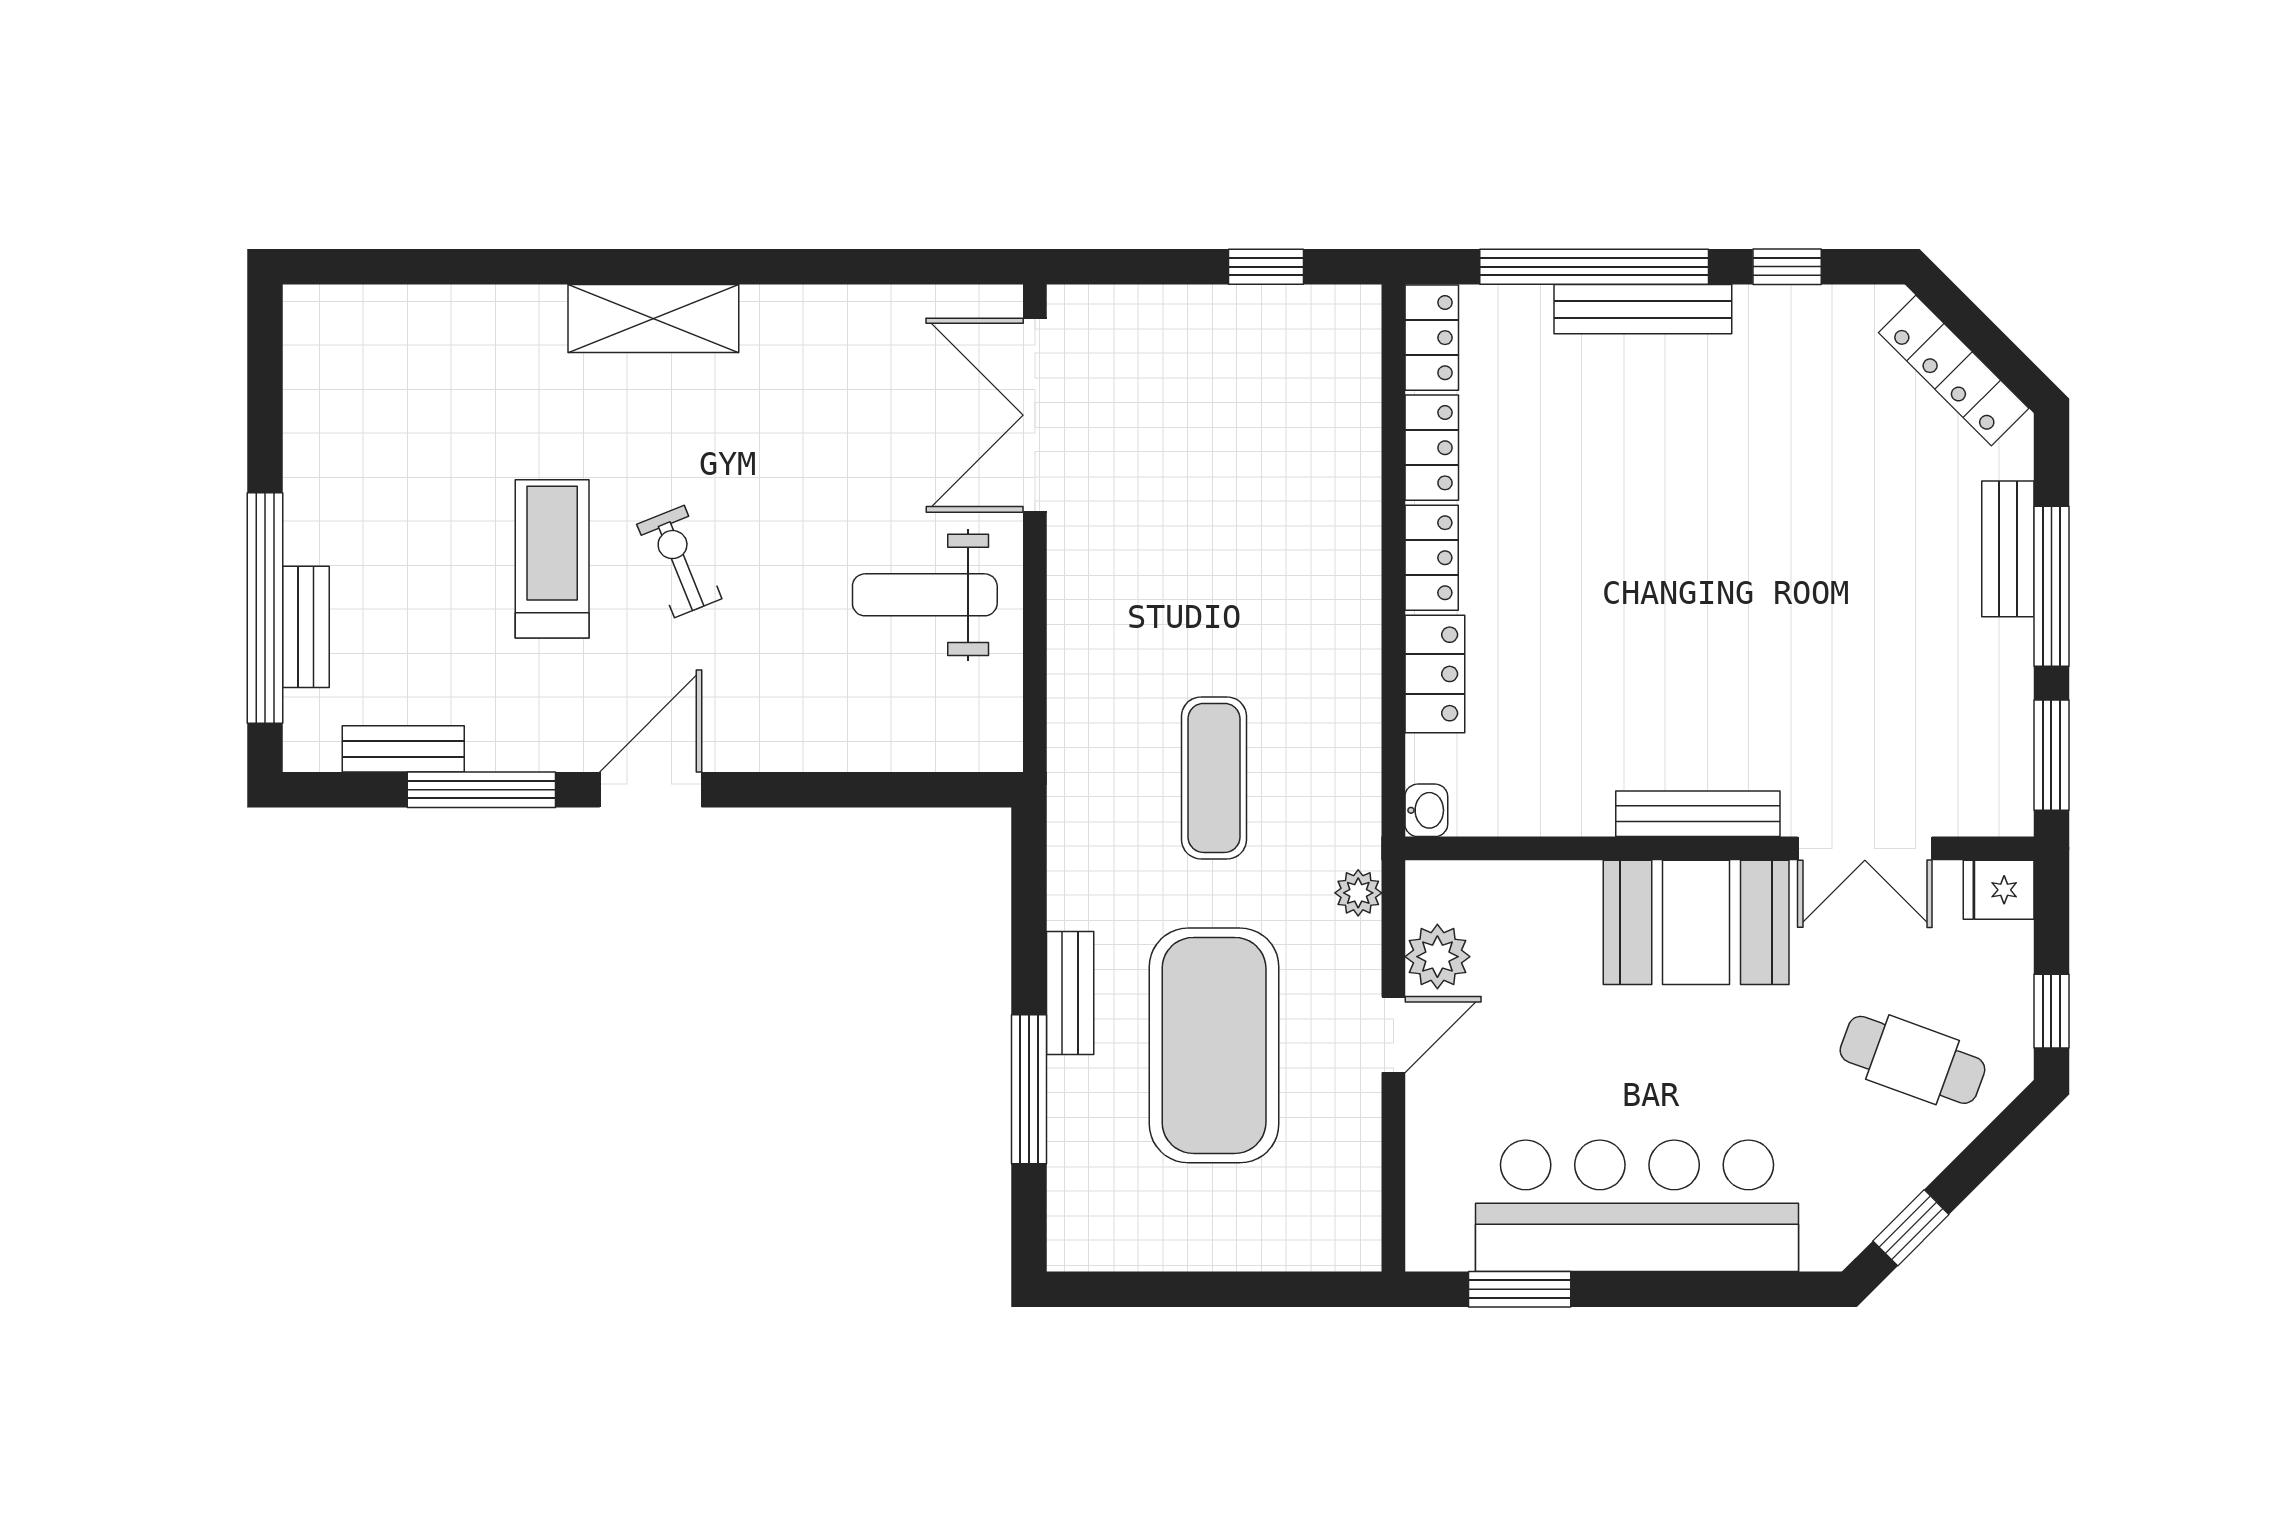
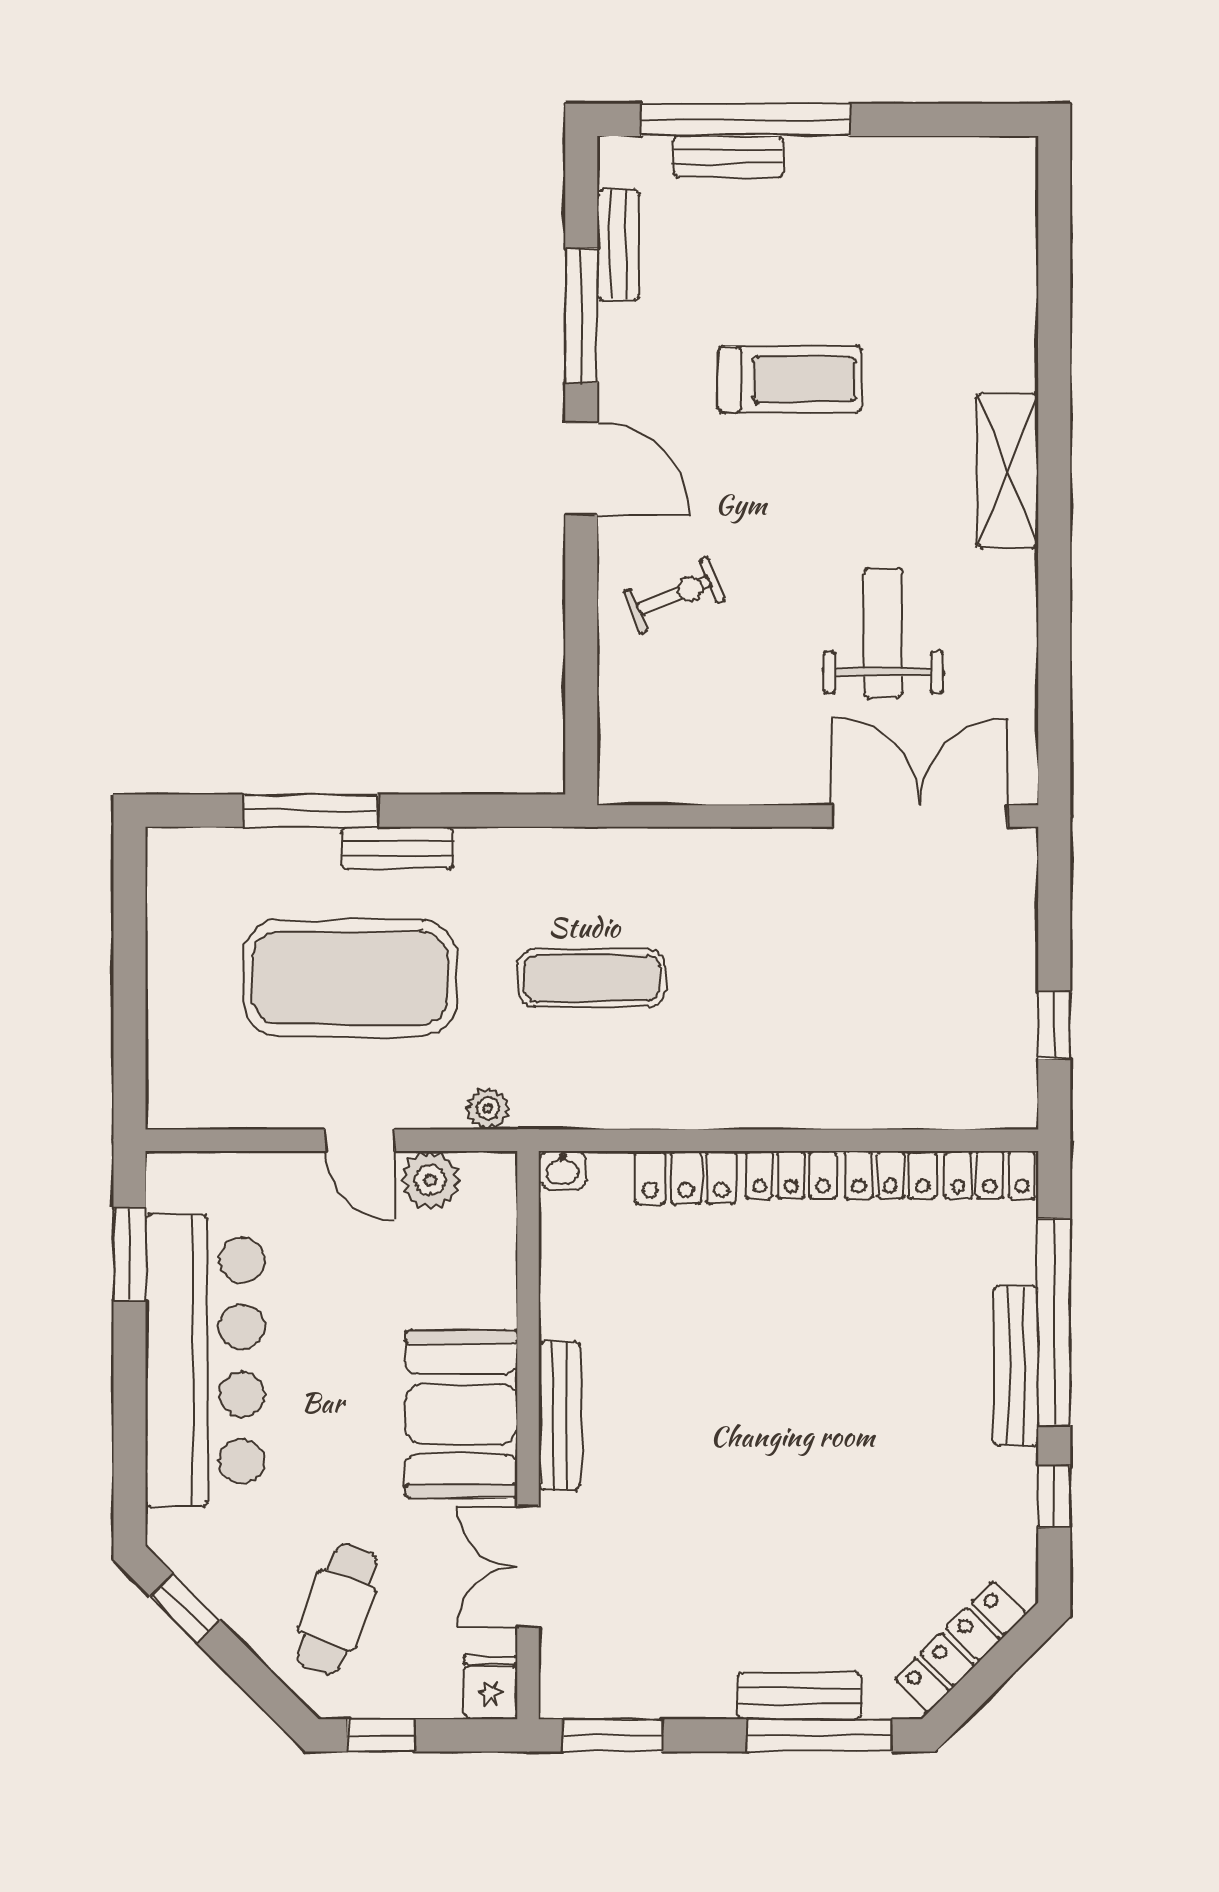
exercise bike: (679, 561) -> (674, 596), moved
window: (2051, 586) -> (819, 1735), moved
weight bench: (925, 595) -> (883, 633), moved

